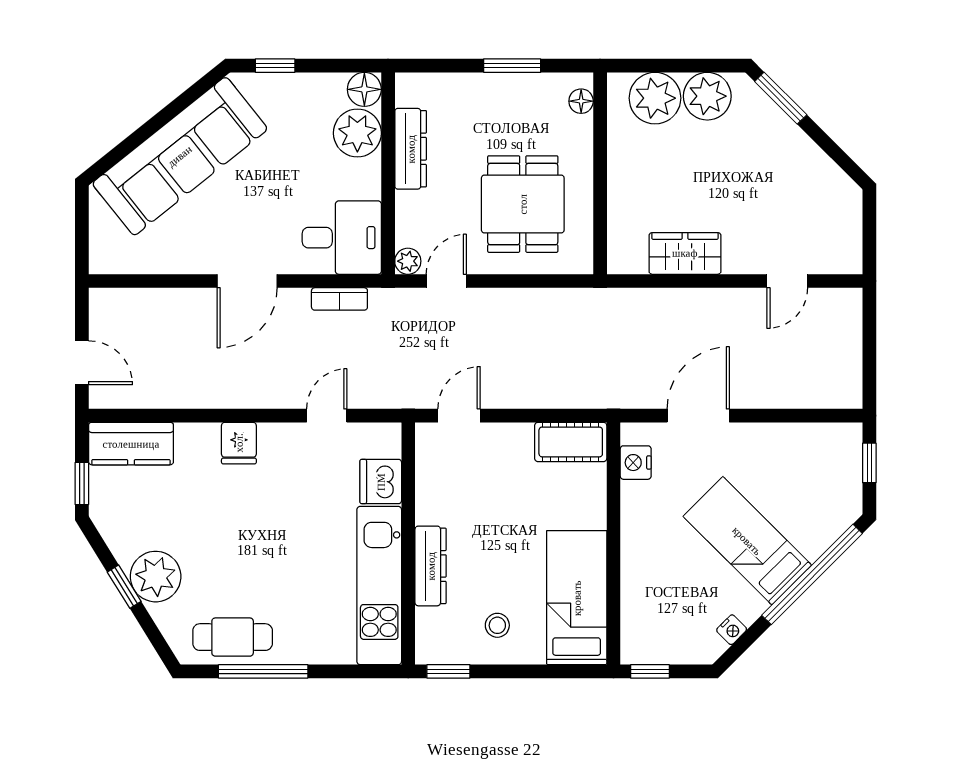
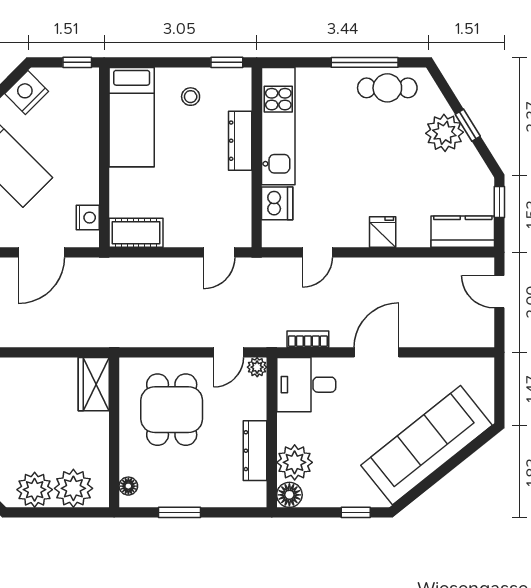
wardrobe: (685, 253) -> (94, 384), moved, turned 90
nightstand: (732, 630) -> (27, 92), width x1.89, depth x1.79

